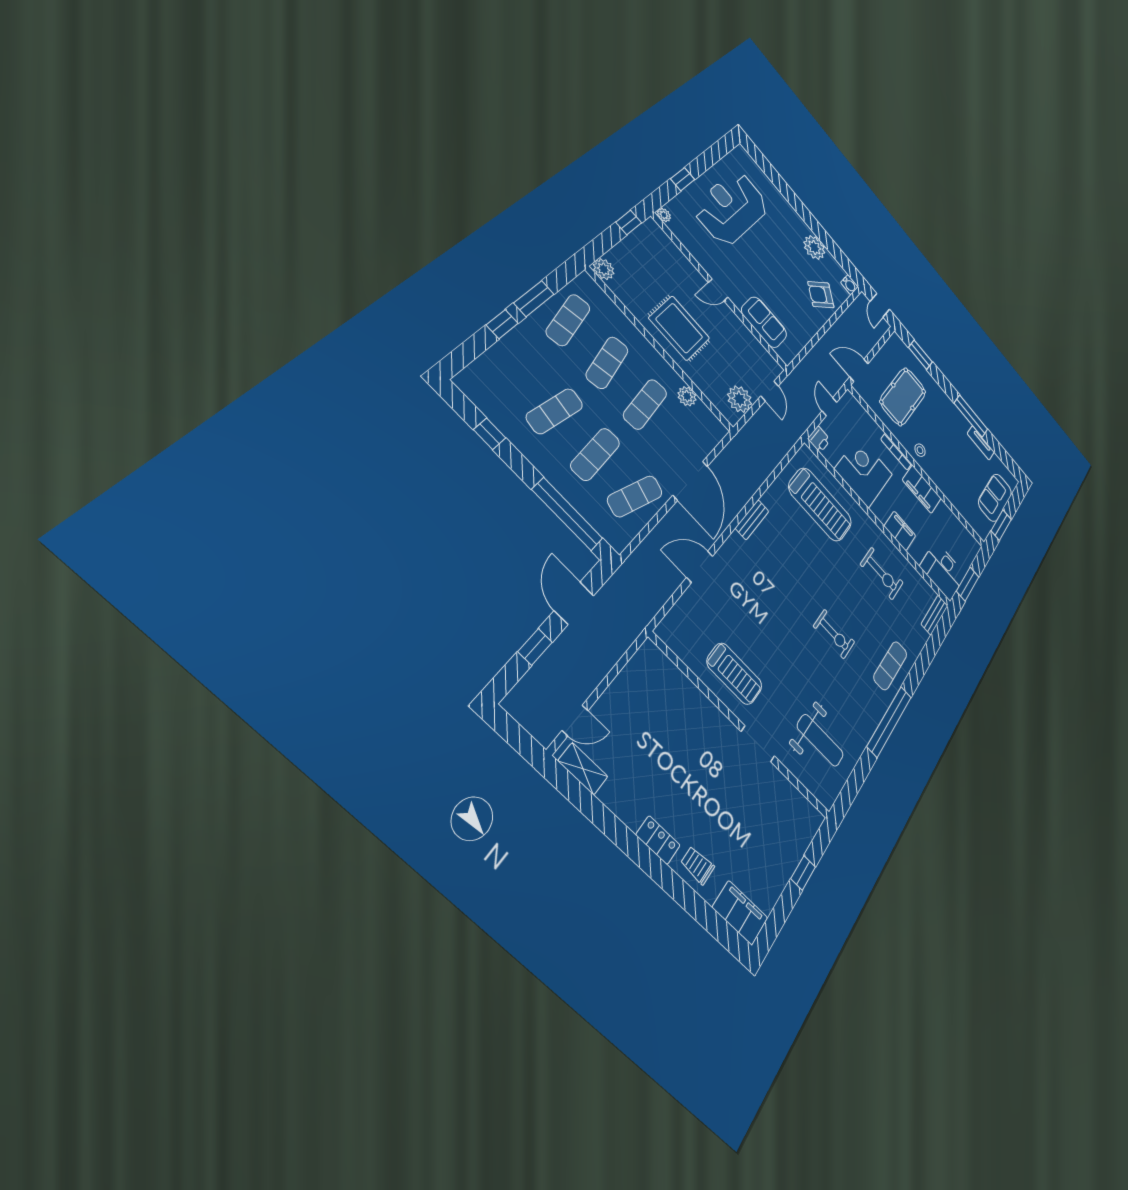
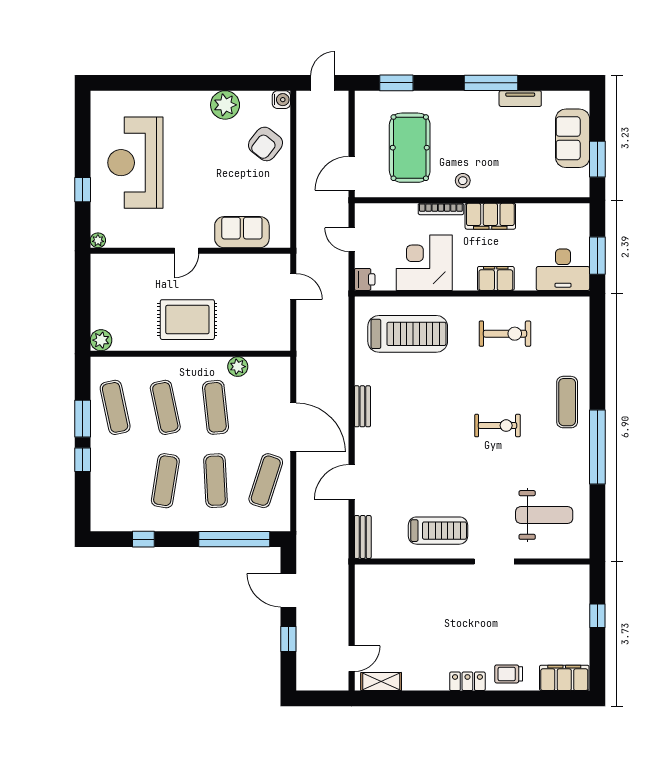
window: (629, 222) -> (83, 281), removed
door: (880, 305) -> (323, 83), swing flipped
plant: (740, 399) -> (276, 322), removed
bench: (935, 615) -> (363, 537), moved

